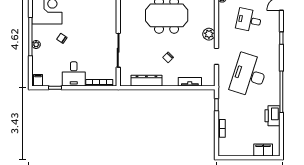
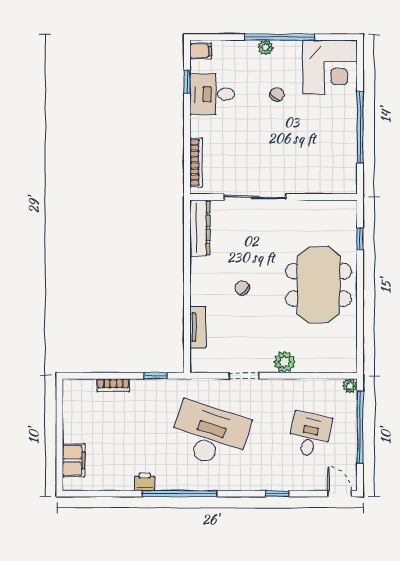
desk: (74, 74) -> (212, 94), moved
dresser: (146, 81) -> (200, 228), moved
printer: (272, 116) -> (145, 482), width x0.53, depth x0.68

